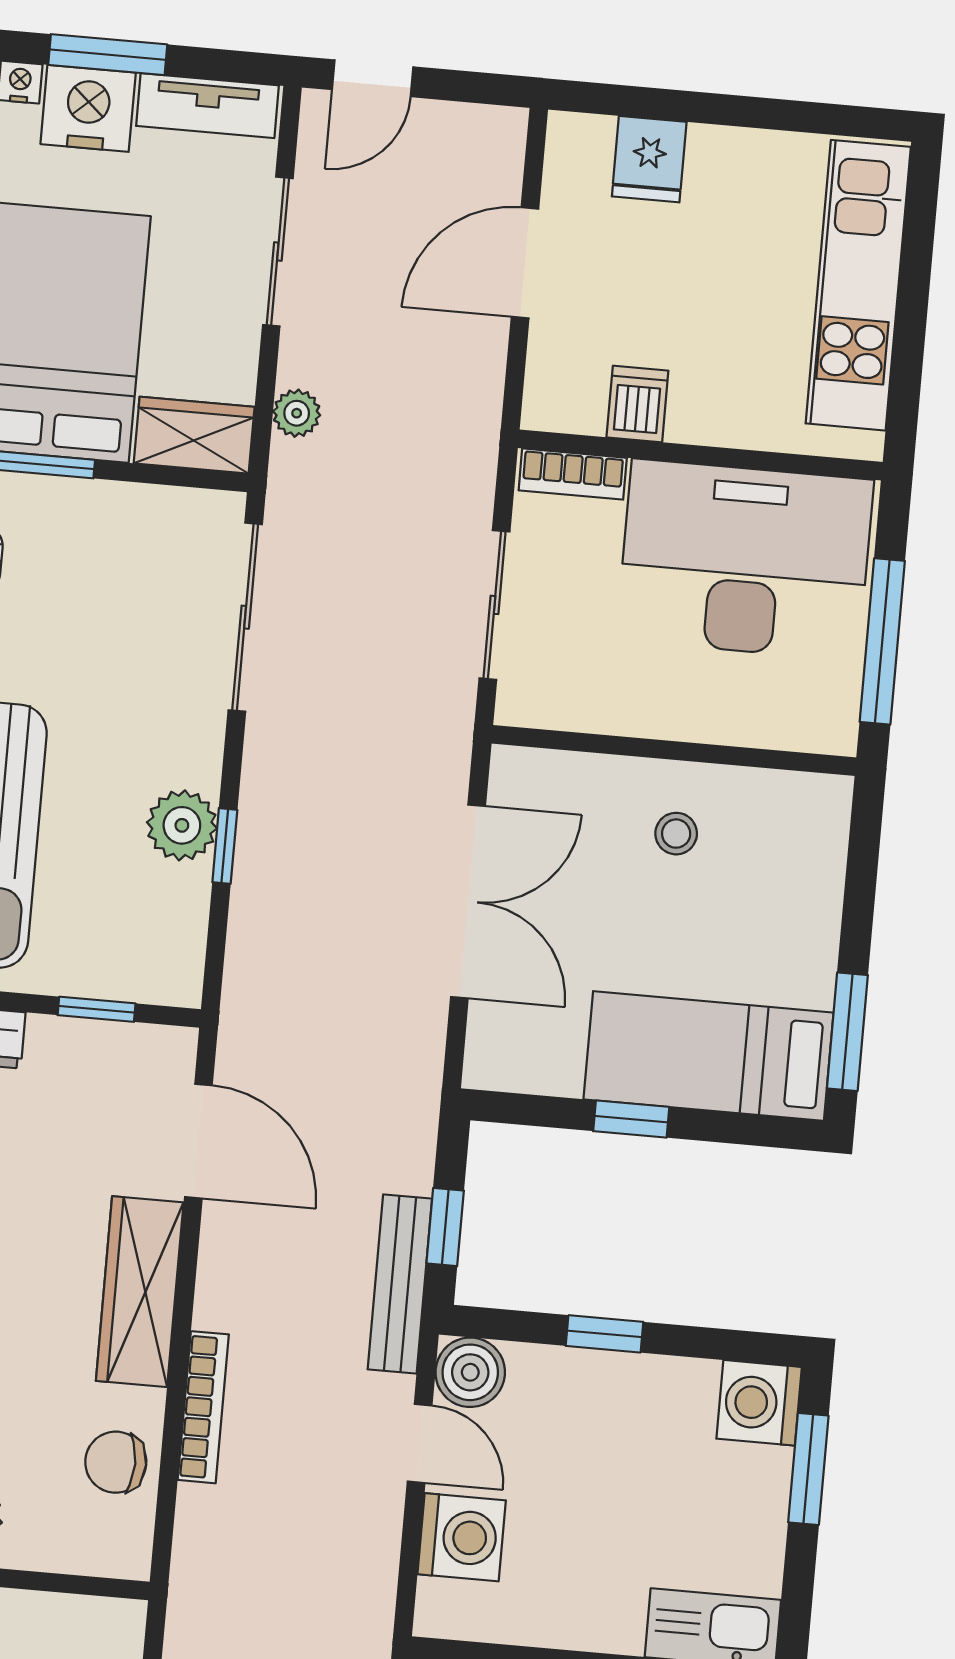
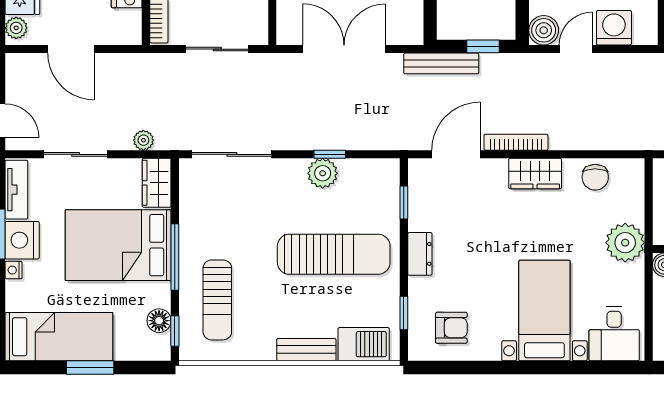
plant: (586, 139) -> (16, 28), added
bench: (400, 1284) -> (441, 63), moved
wardrobe: (140, 1292) -> (535, 173), width x0.67
bookcase: (203, 1407) -> (516, 142), moved

